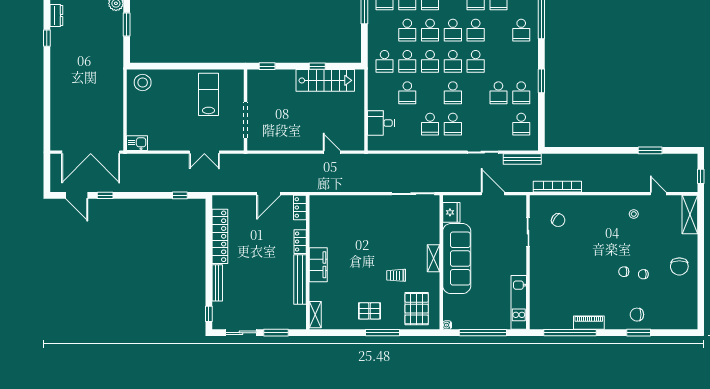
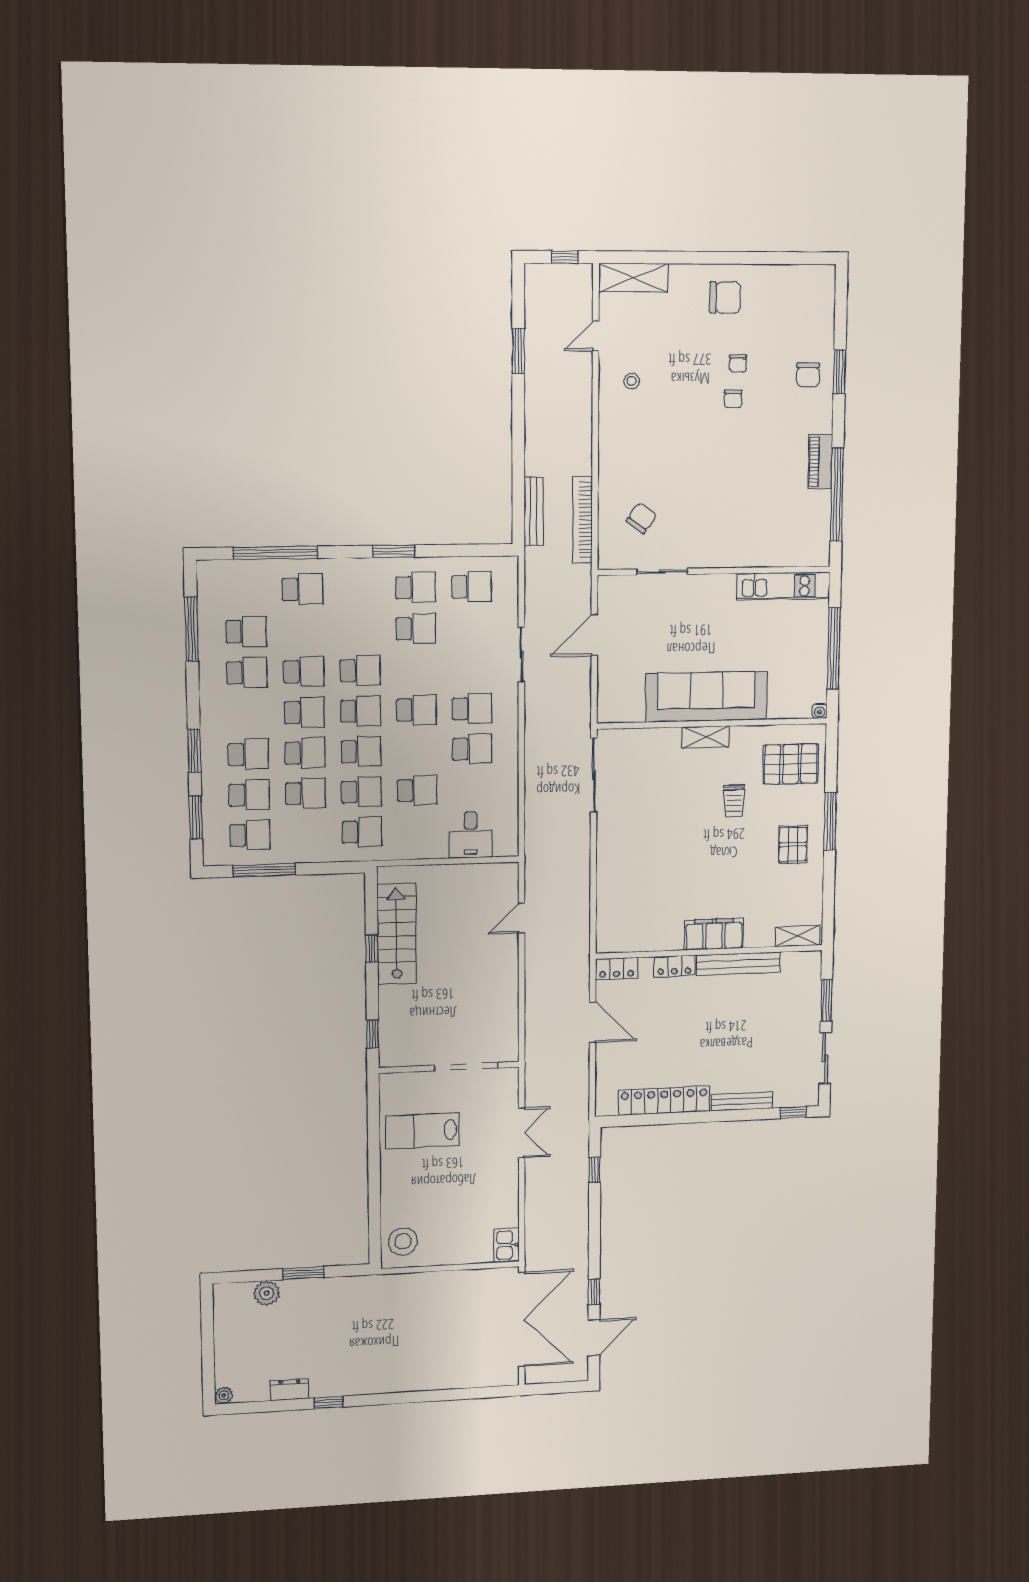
bench: (522, 159) -> (534, 511), moved
fridge: (451, 212) -> (627, 708), removed

